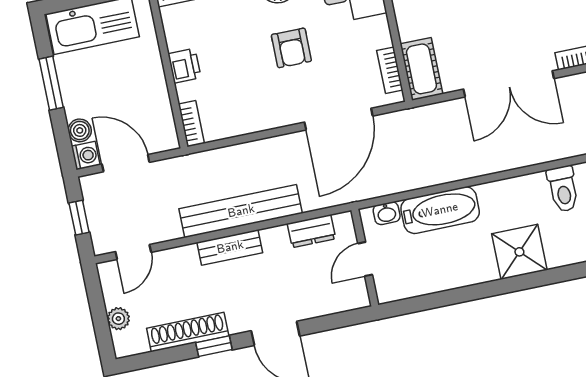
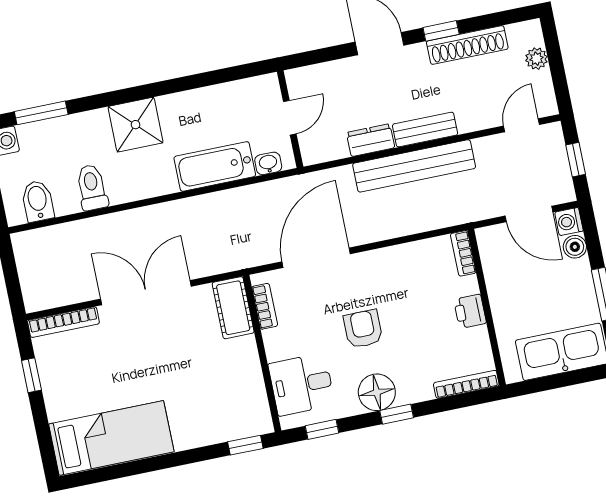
dresser: (311, 231) -> (371, 140), moved

